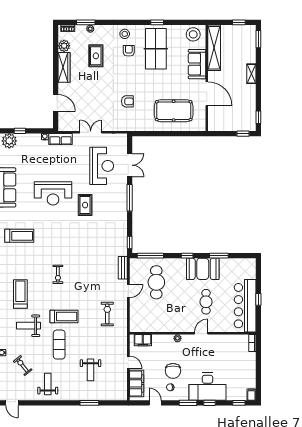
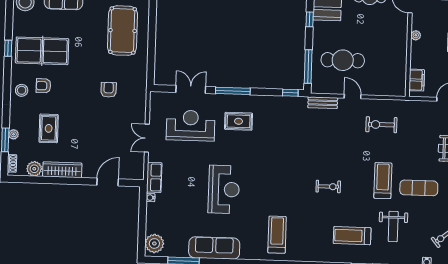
rug: (96, 56) -> (49, 128), turned 90
window: (20, 131) -> (142, 229), removed
rug: (85, 205) -> (239, 121), moved

